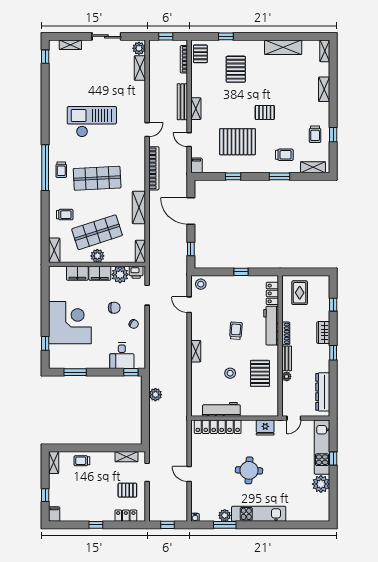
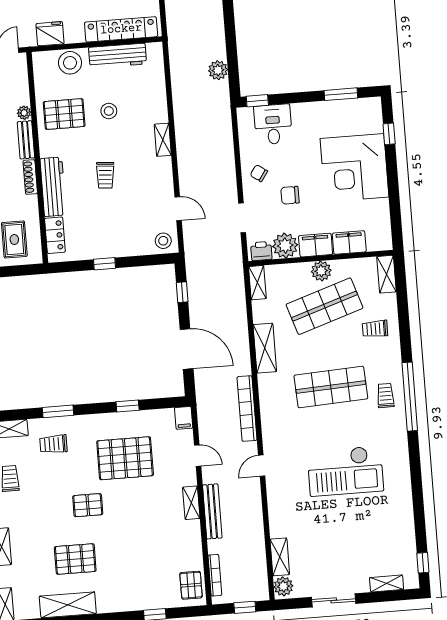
pallet: (236, 69) -> (75, 559), moved, turned 90
pallet: (260, 373) -> (64, 114), turned 90
stool: (253, 407) -> (70, 63), added

